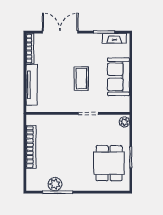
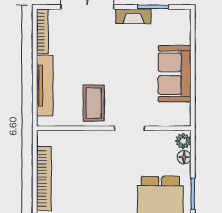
fireplace: (114, 38) -> (133, 16), moved
coffee table: (81, 79) -> (94, 103), moved
floor lamp: (125, 133) -> (184, 157), added

